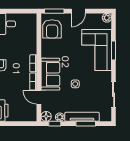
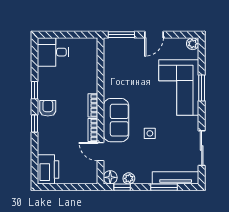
armchair: (52, 29) -> (118, 59), removed
tv unit: (82, 117) -> (176, 178), moved

